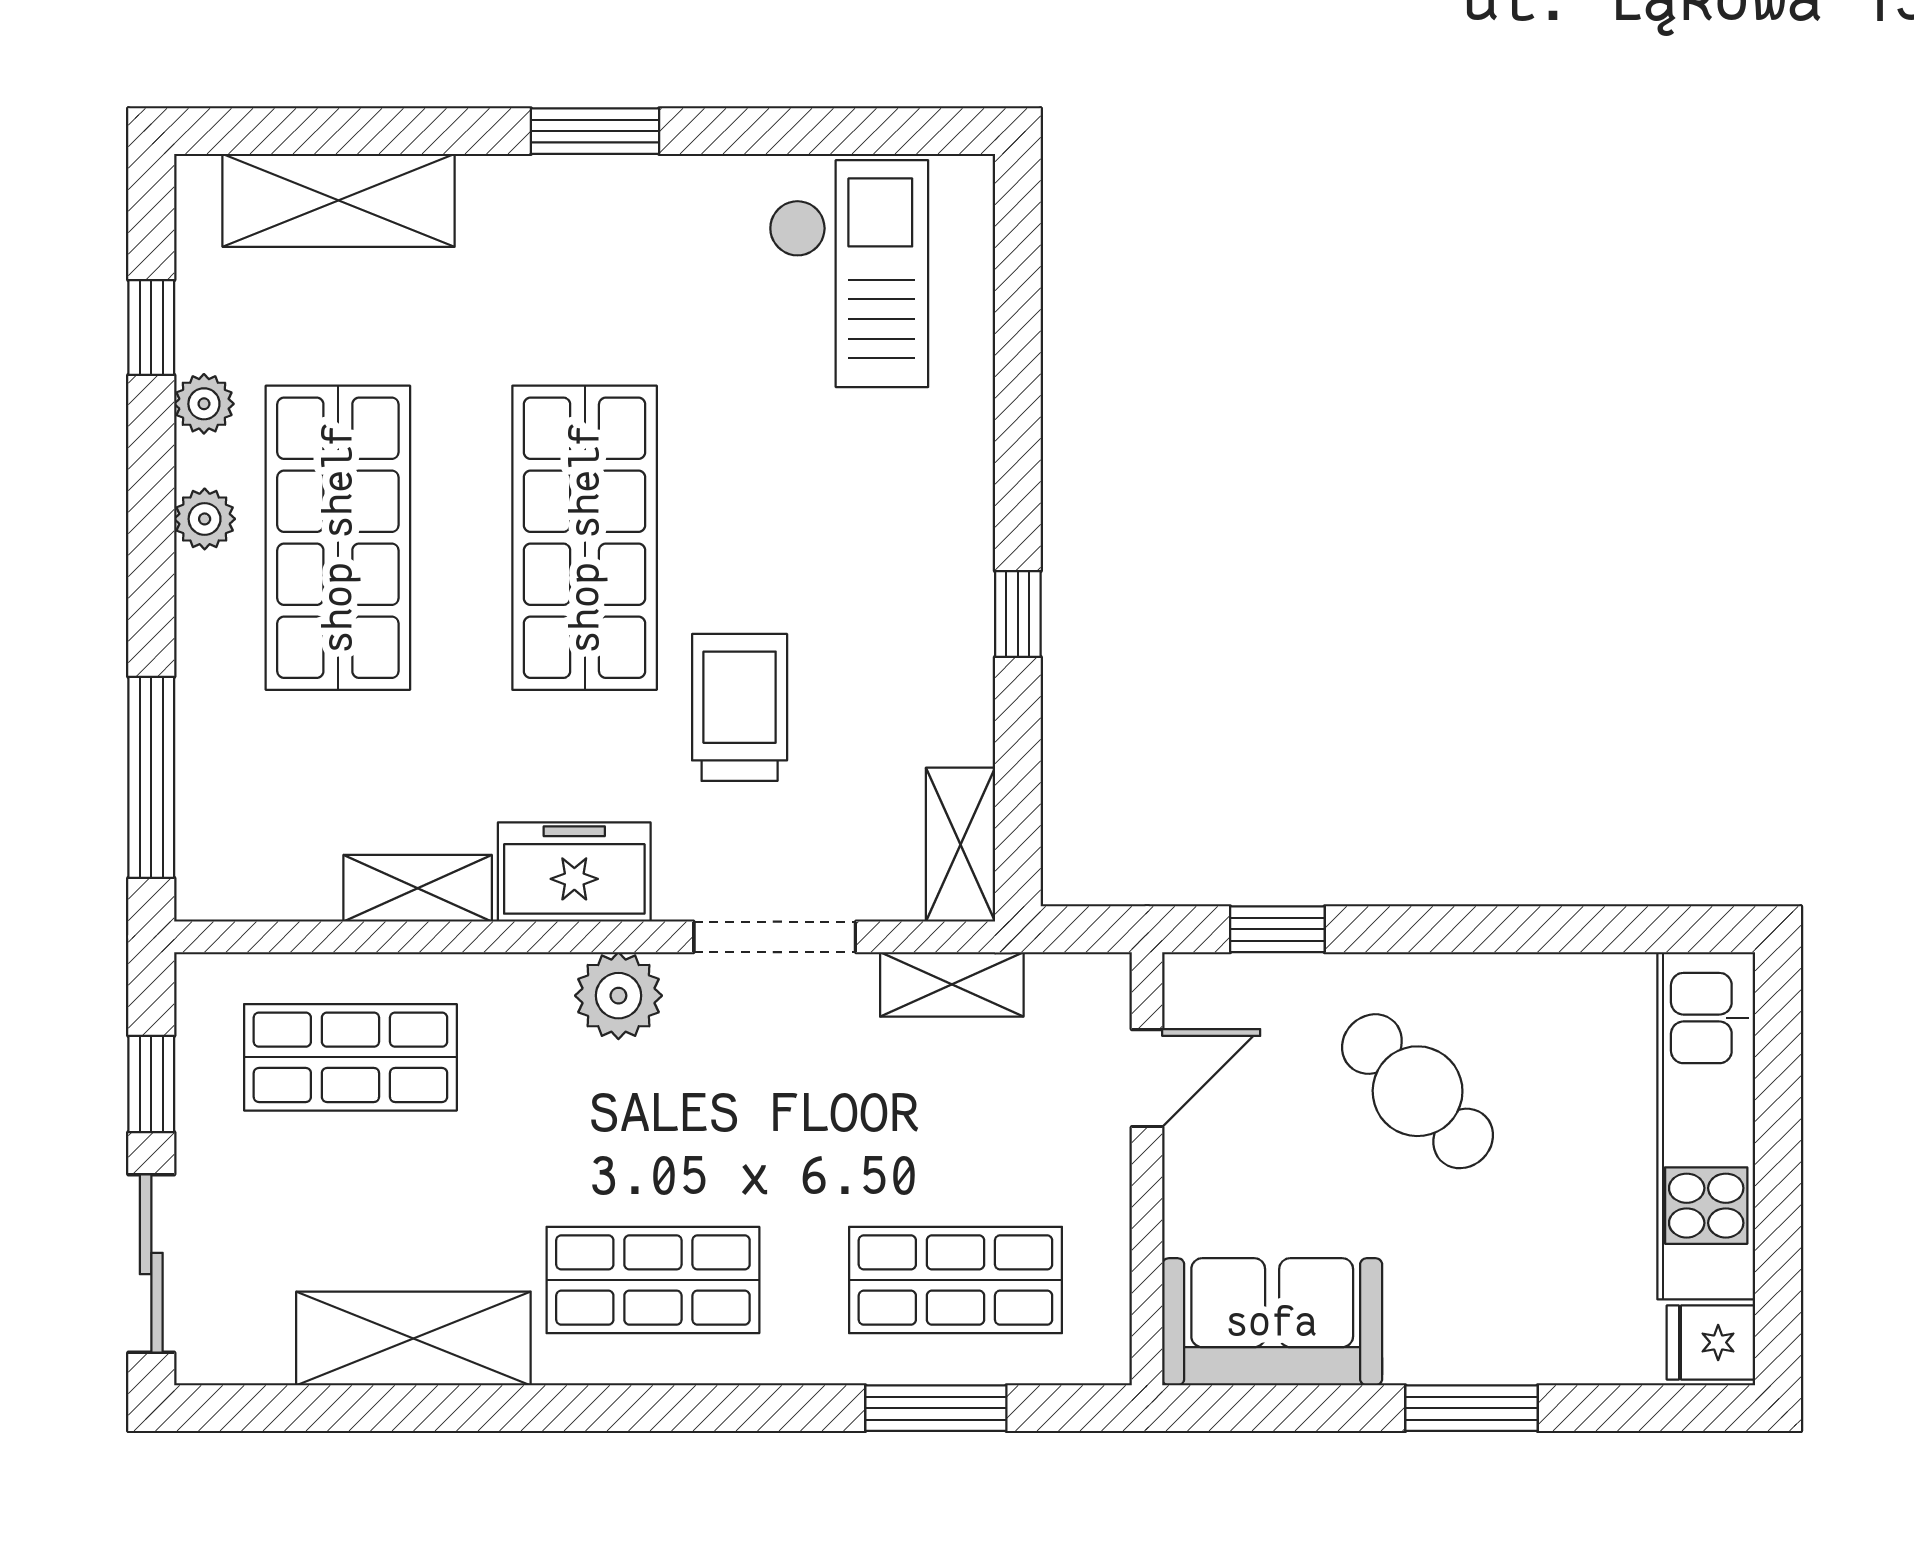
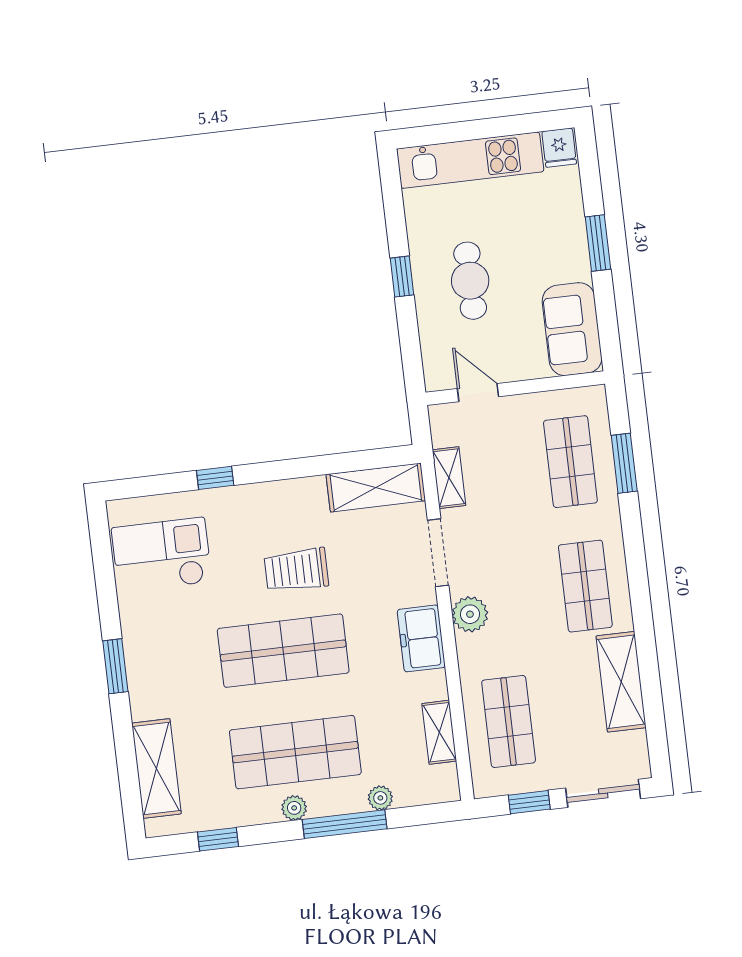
plant: (204, 404) -> (380, 798), moved
window: (1018, 614) -> (215, 478), moved
trolley: (740, 707) -> (296, 570), moved
window: (151, 777) -> (345, 824), moved
shelving: (960, 845) -> (376, 488), width x1.50, depth x1.33
shelving: (418, 888) -> (439, 732), moved
window: (1277, 929) -> (402, 276), moved
cafe table: (1418, 1091) -> (470, 281), turned -46

